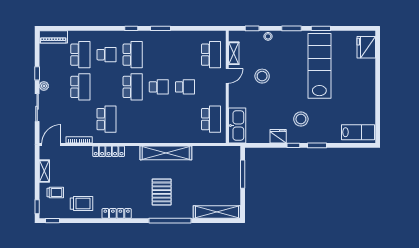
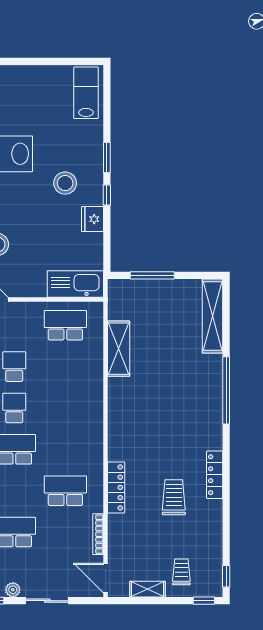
shelving: (166, 153) -> (119, 349), moved, width x0.68
pallet: (162, 192) -> (181, 404), removed
trolley: (82, 204) -> (174, 497), moved

